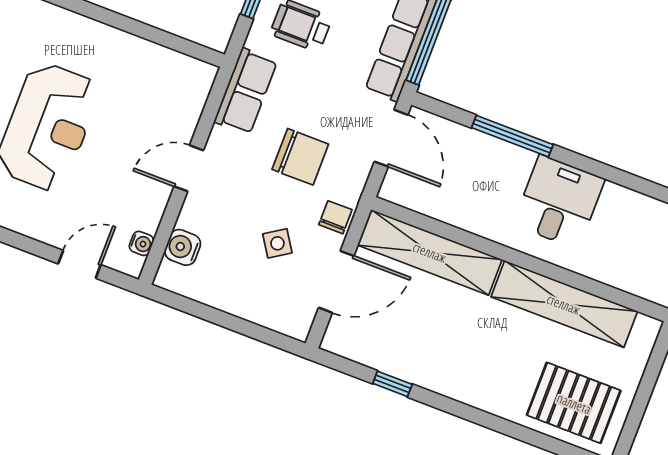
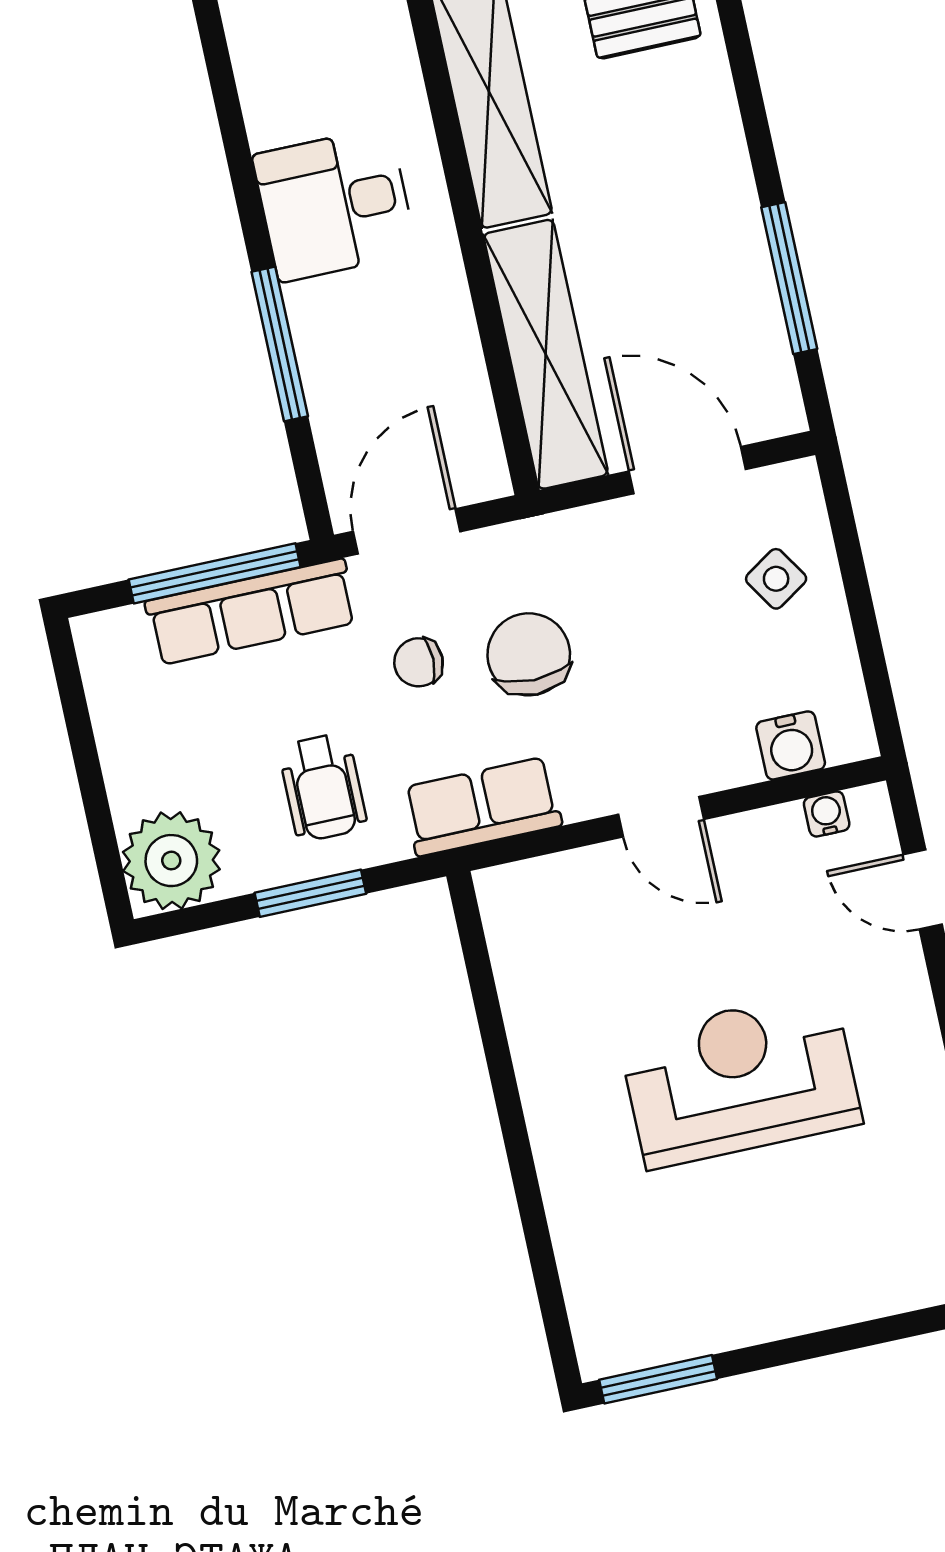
chair: (335, 217) -> (419, 662), moved
side table: (277, 243) -> (776, 579), moved
window: (392, 384) -> (789, 278), width x2.17

